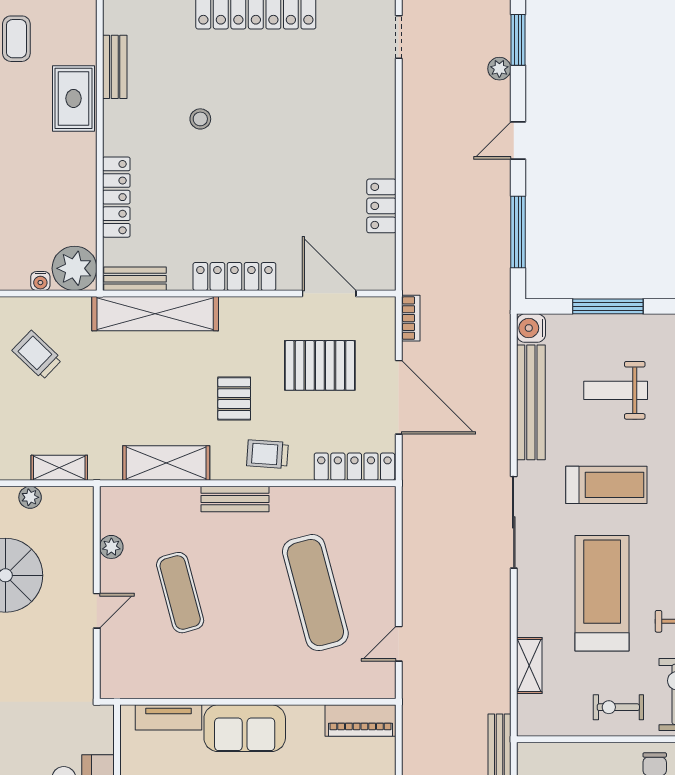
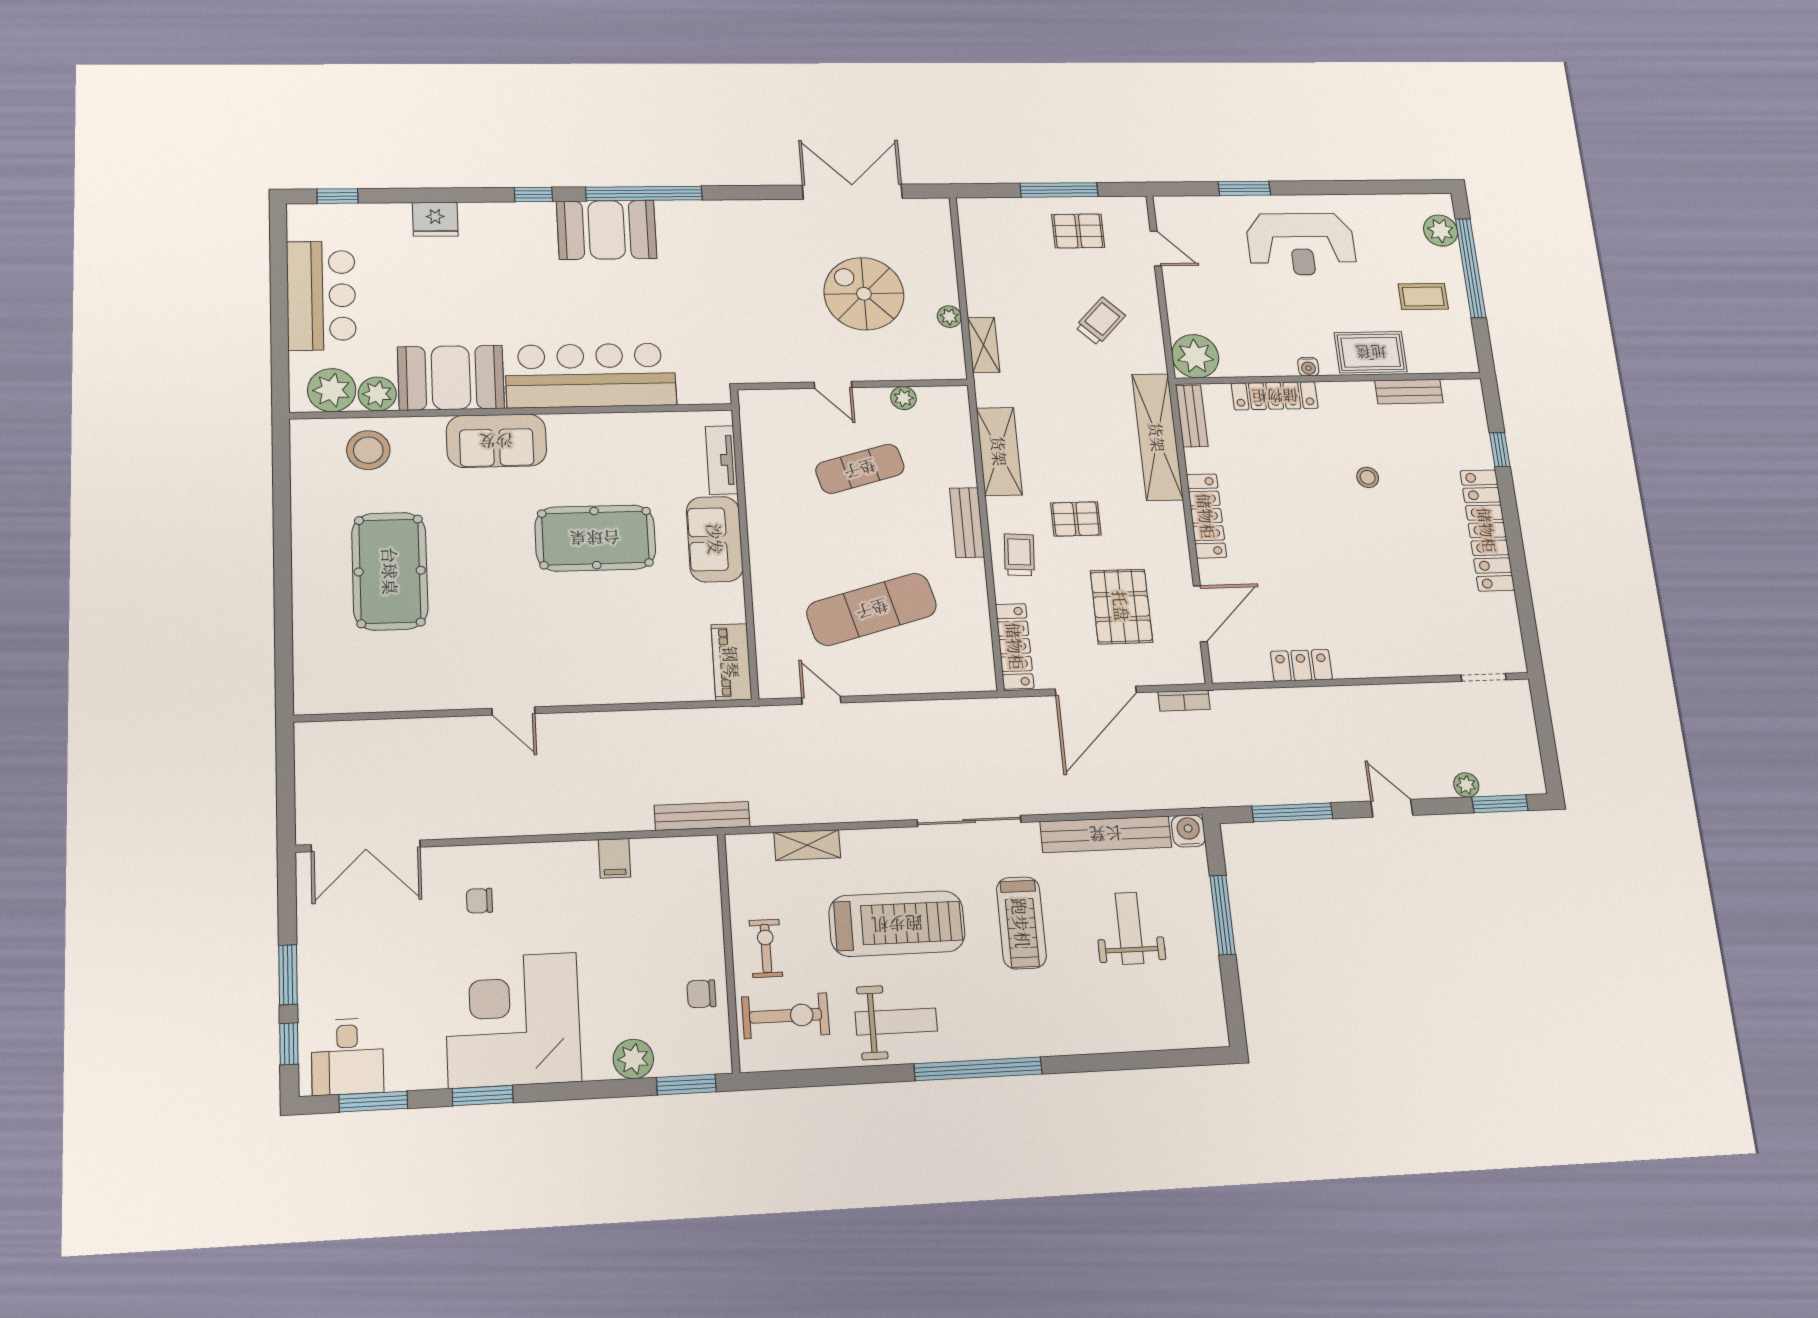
water cooler: (40, 281) -> (1308, 367), moved, turned -90

